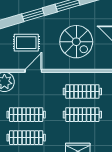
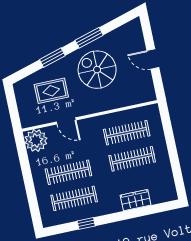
spiral stairs: (76, 42) -> (97, 70), moved, turned 180
door: (33, 71) -> (66, 121), swing flipped

